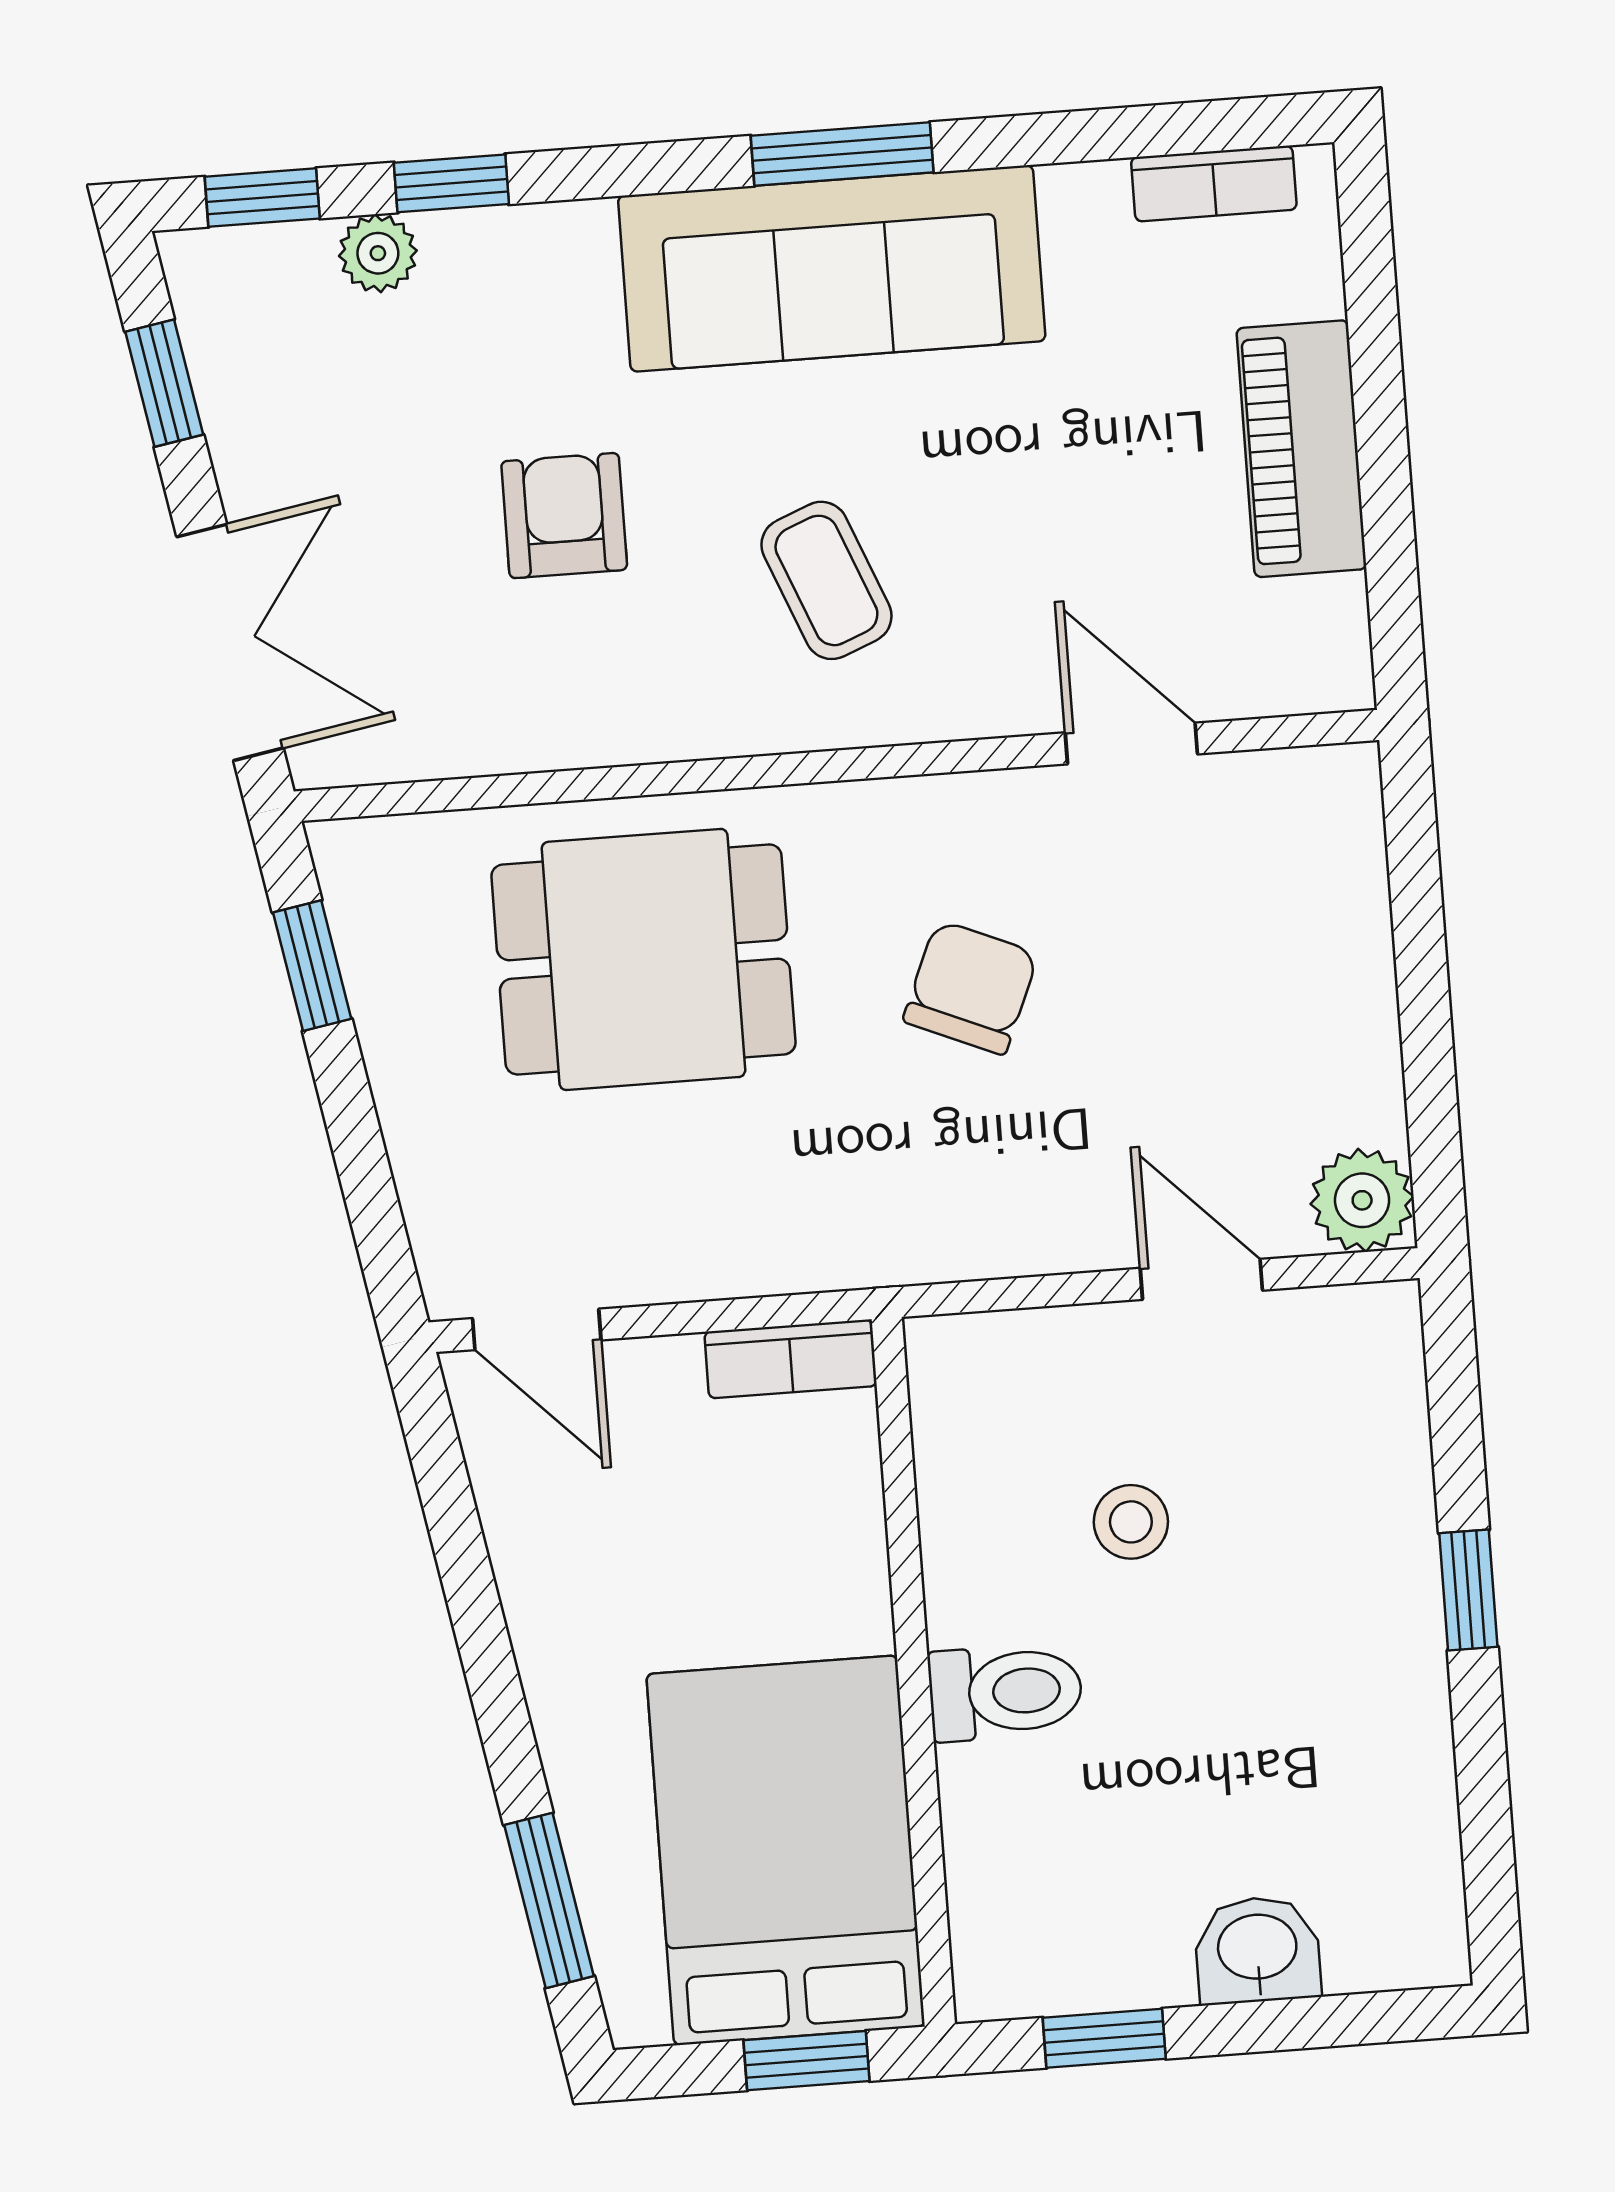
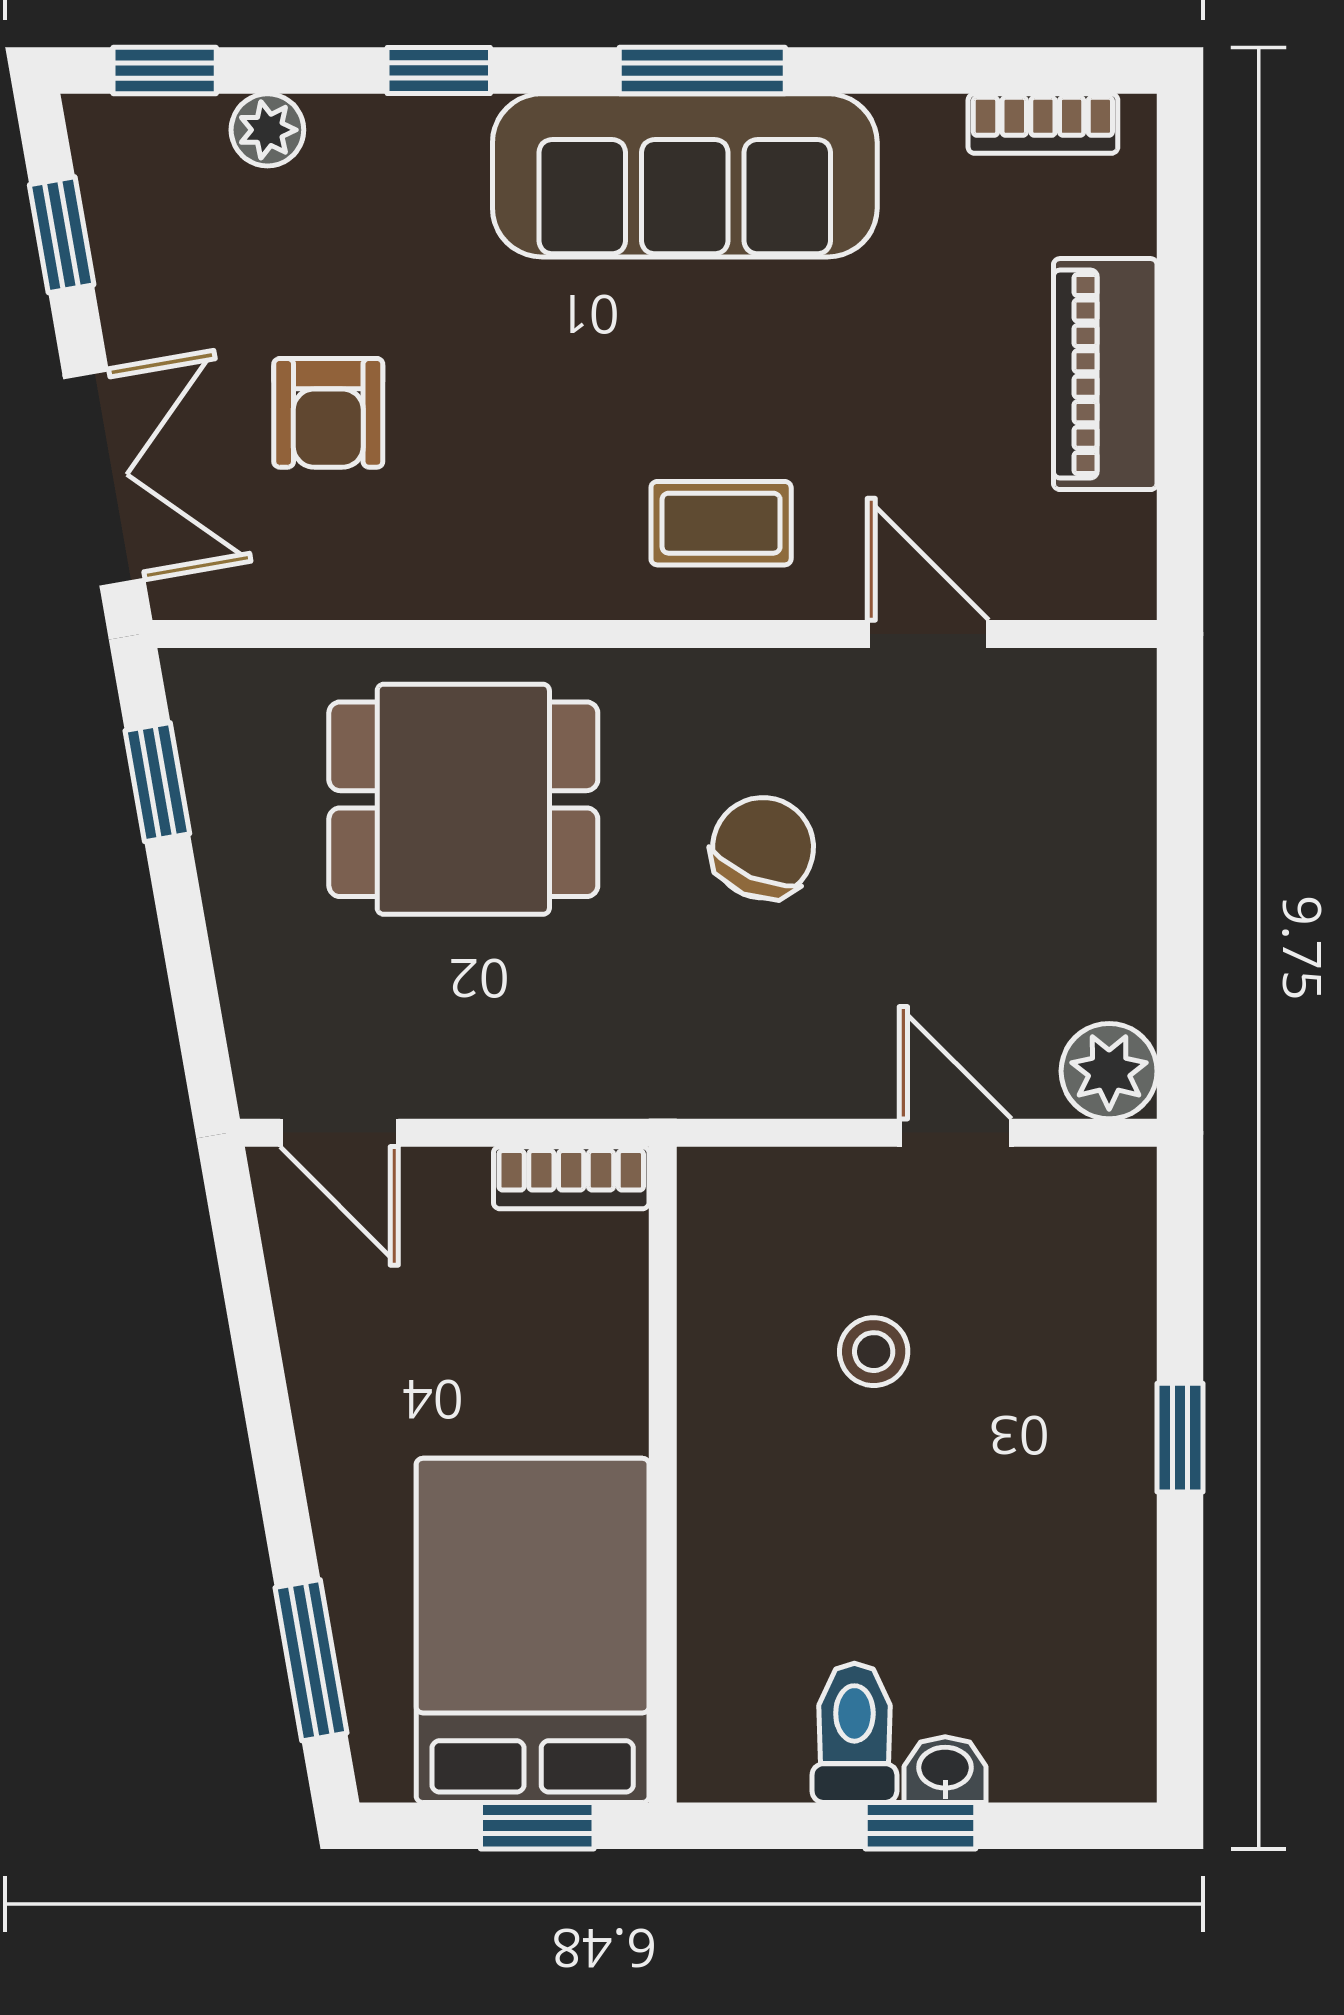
window: (451, 183) -> (439, 71), moved
armchair: (564, 516) -> (328, 413), moved, turned 180
coffee table: (826, 580) -> (721, 523), moved, turned -68
toilet: (1005, 1692) -> (854, 1733), moved, turned -90
washbasin: (1257, 1950) -> (945, 1770), width x0.72, depth x0.69
window: (1104, 2038) -> (921, 1826), moved

